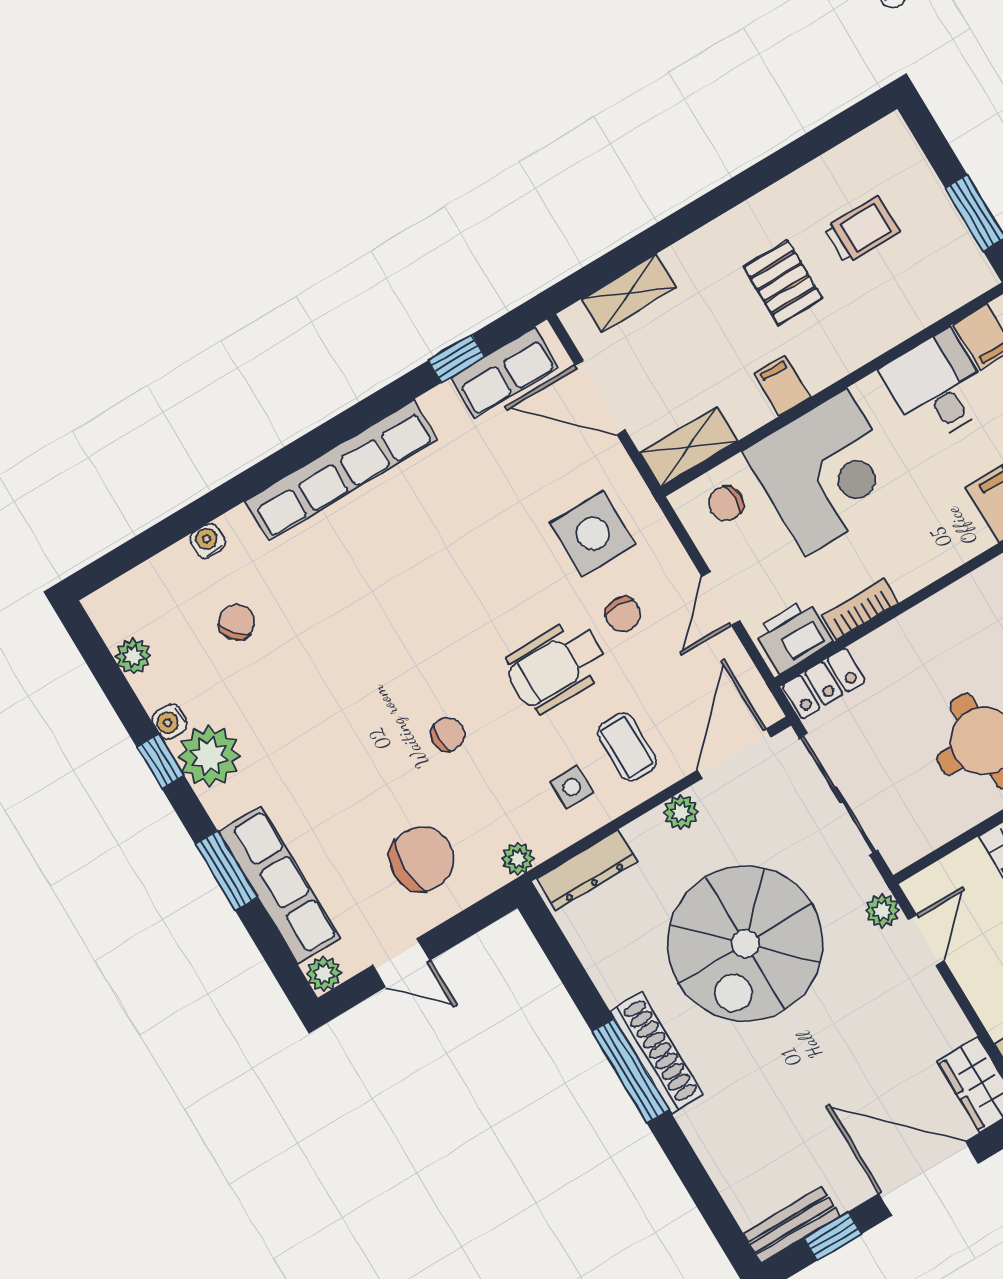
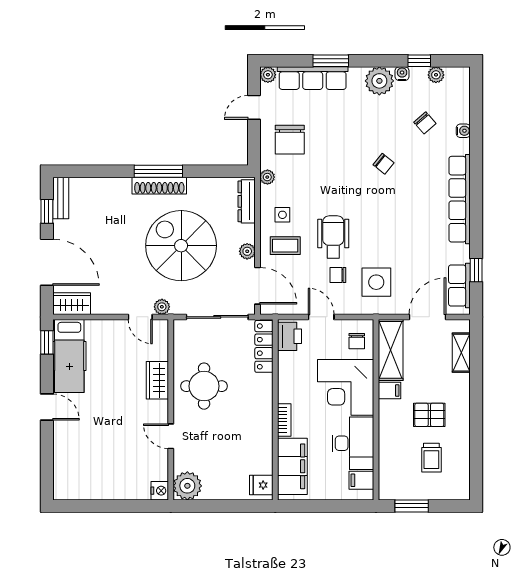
desk: (937, 387) -> (353, 443), width x1.37
shelving: (689, 447) -> (391, 350), width x1.50, depth x1.33
chair: (726, 503) -> (357, 341), turned 180
bookcase: (860, 609) -> (284, 420), moved
locker: (824, 683) -> (264, 346), width x1.53
chair: (448, 734) -> (384, 164), moved, turned -51
window: (160, 761) -> (419, 61), moved
door: (929, 1178) -> (47, 262), hinge flipped

